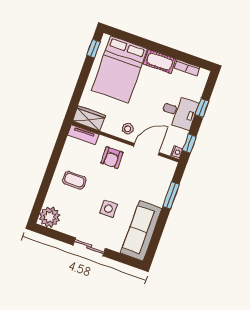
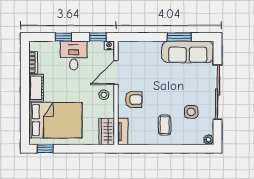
door: (146, 149) -> (116, 72), hinge flipped
window: (171, 195) -> (179, 37), moved
side table: (109, 209) -> (191, 112), moved
plant: (50, 217) -> (208, 140), width x0.53, depth x0.53
sliding door: (89, 247) -> (217, 92), width x1.86

